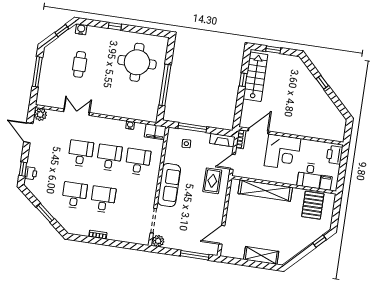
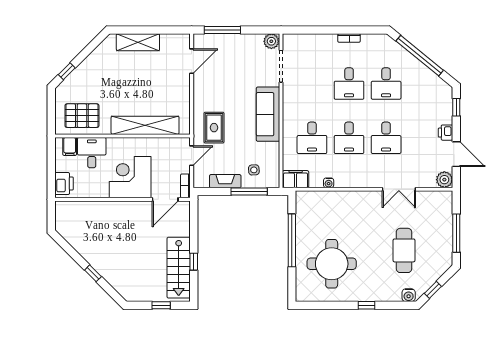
cafe table: (80, 64) -> (404, 250), width x1.37, depth x1.35
fireplace: (222, 140) -> (225, 181), moved
printer: (31, 173) -> (446, 133), moved
pallet: (313, 205) -> (82, 116), turned 90
window: (45, 213) -> (420, 56), width x2.11

